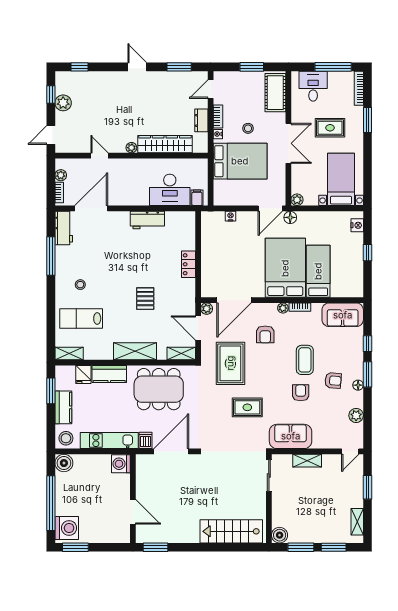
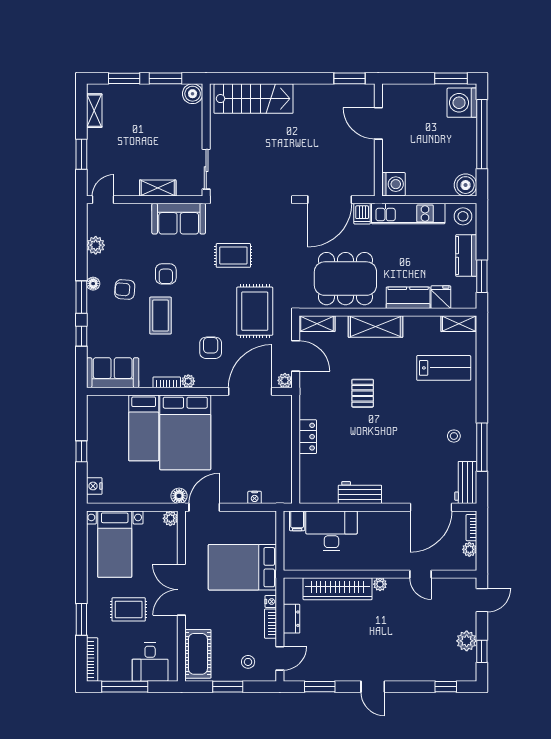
stool: (248, 128) -> (248, 662), moved
stool: (80, 285) -> (454, 436), moved

